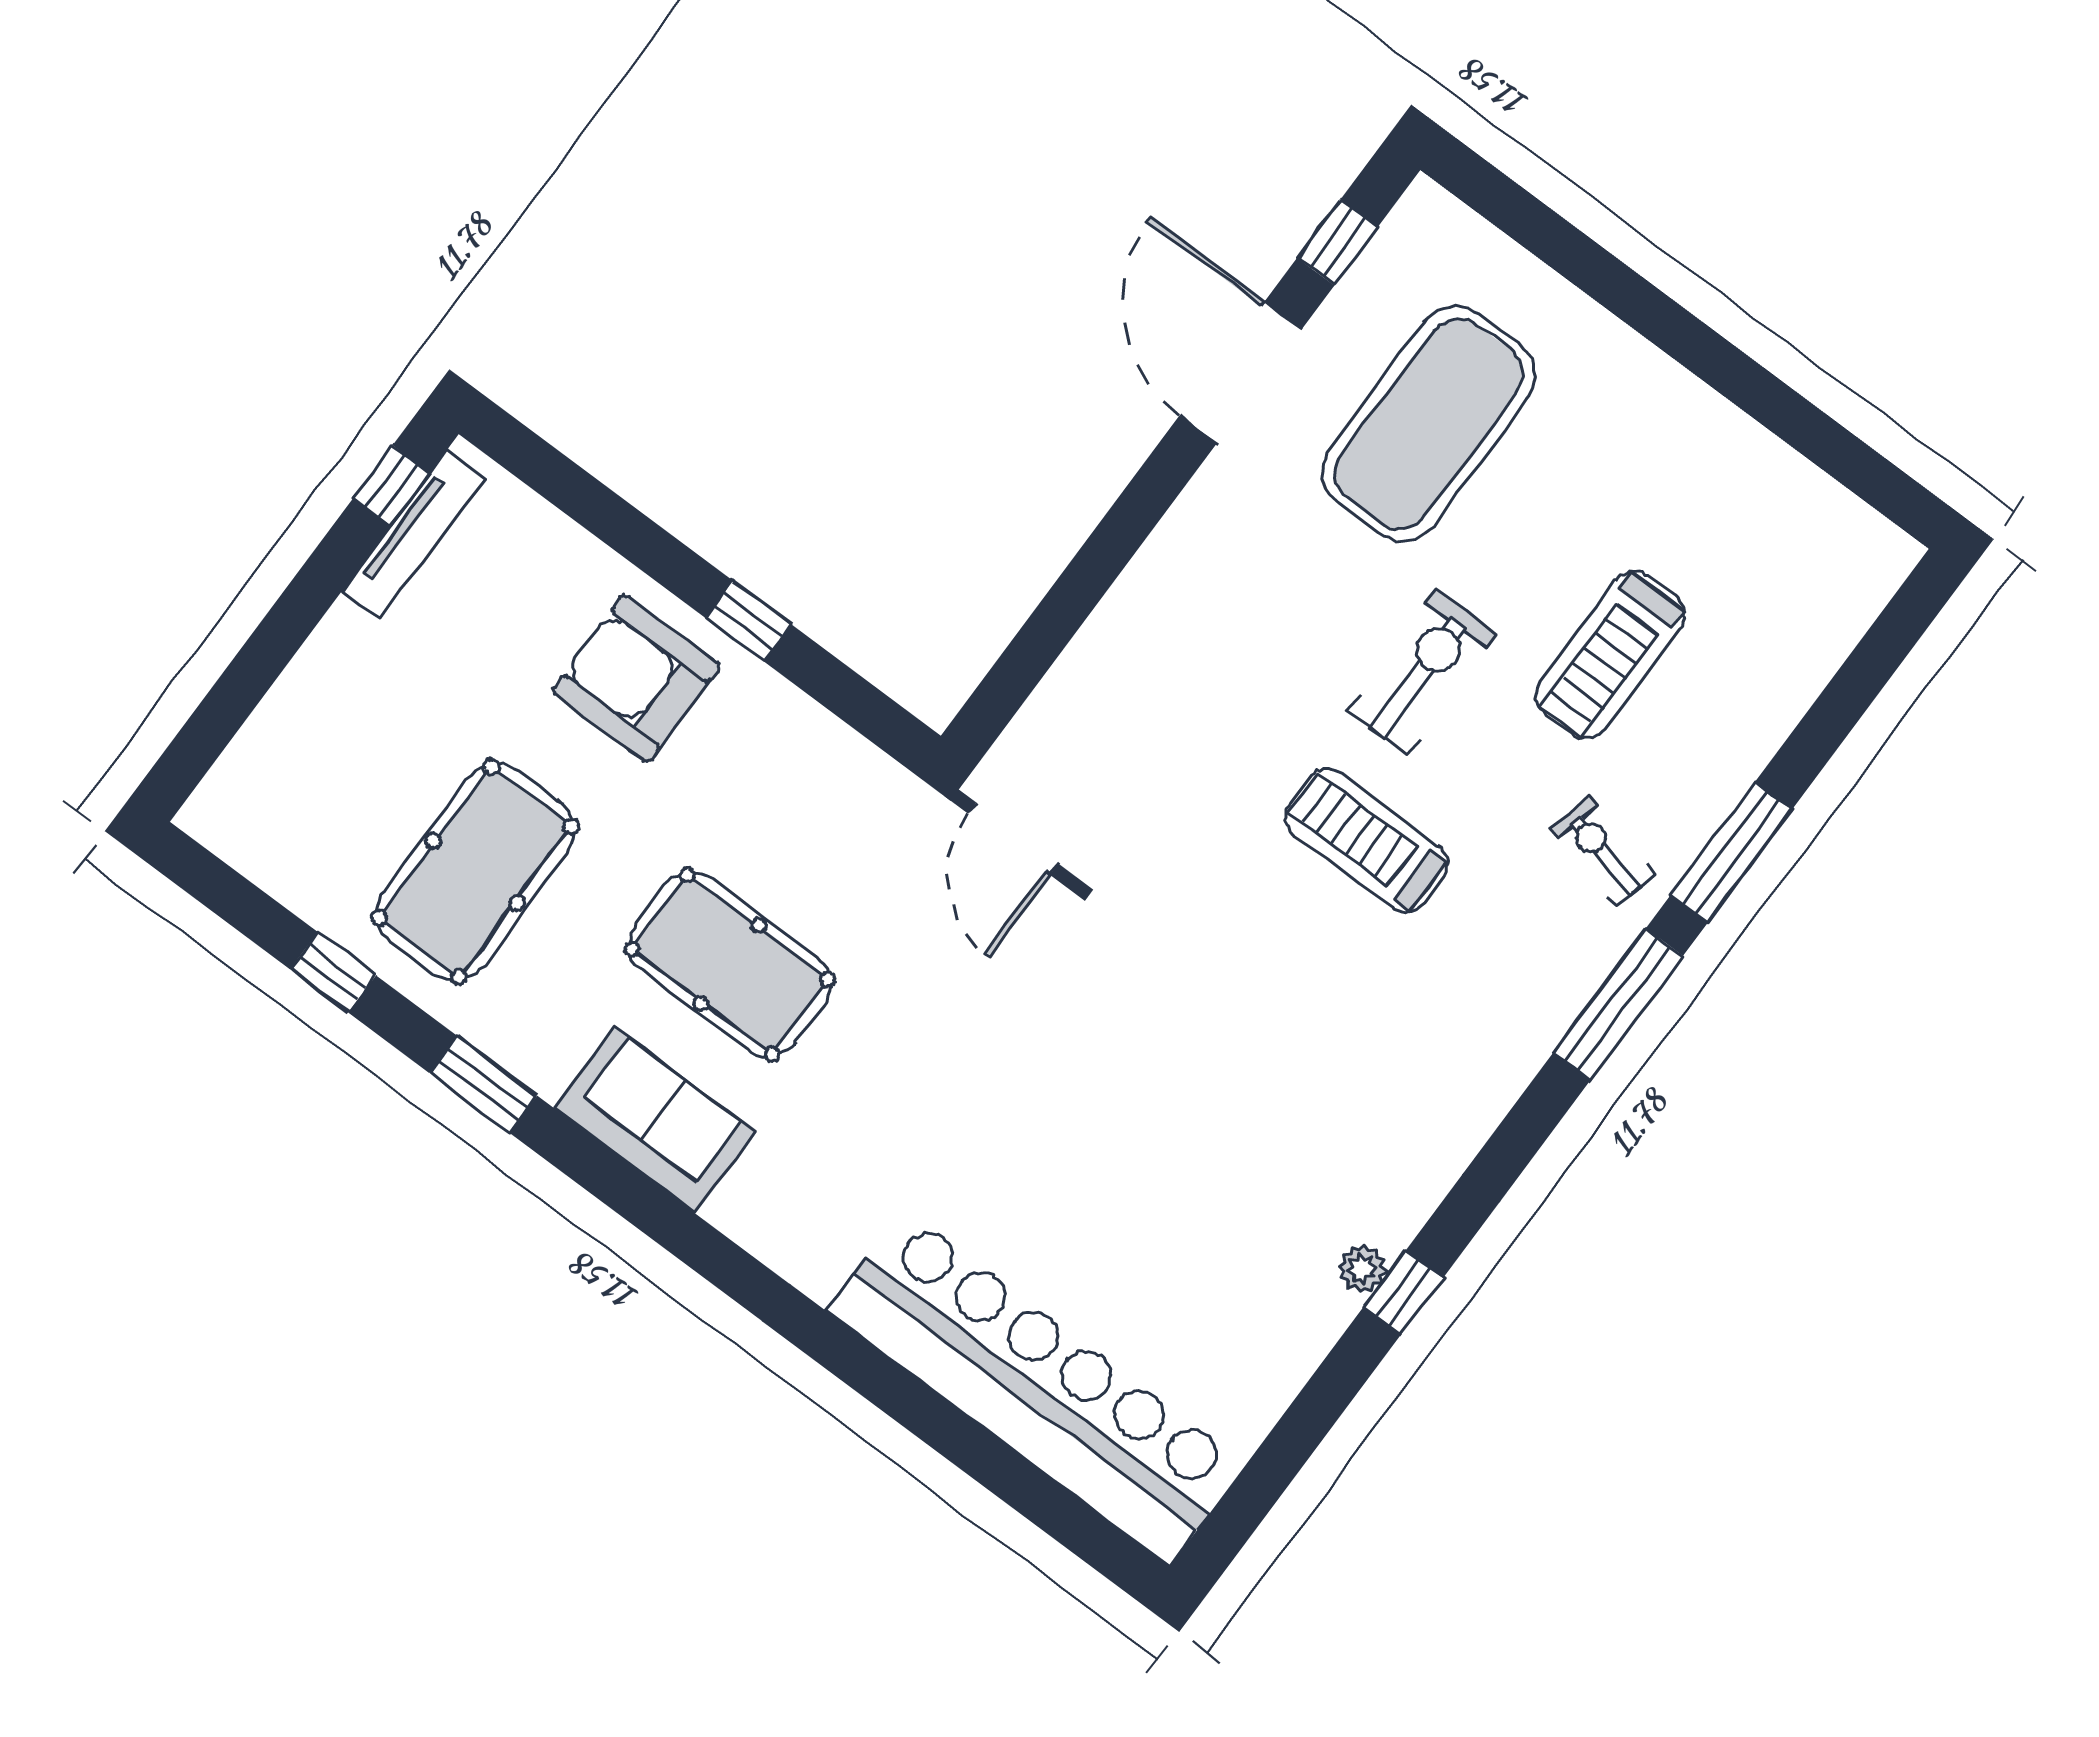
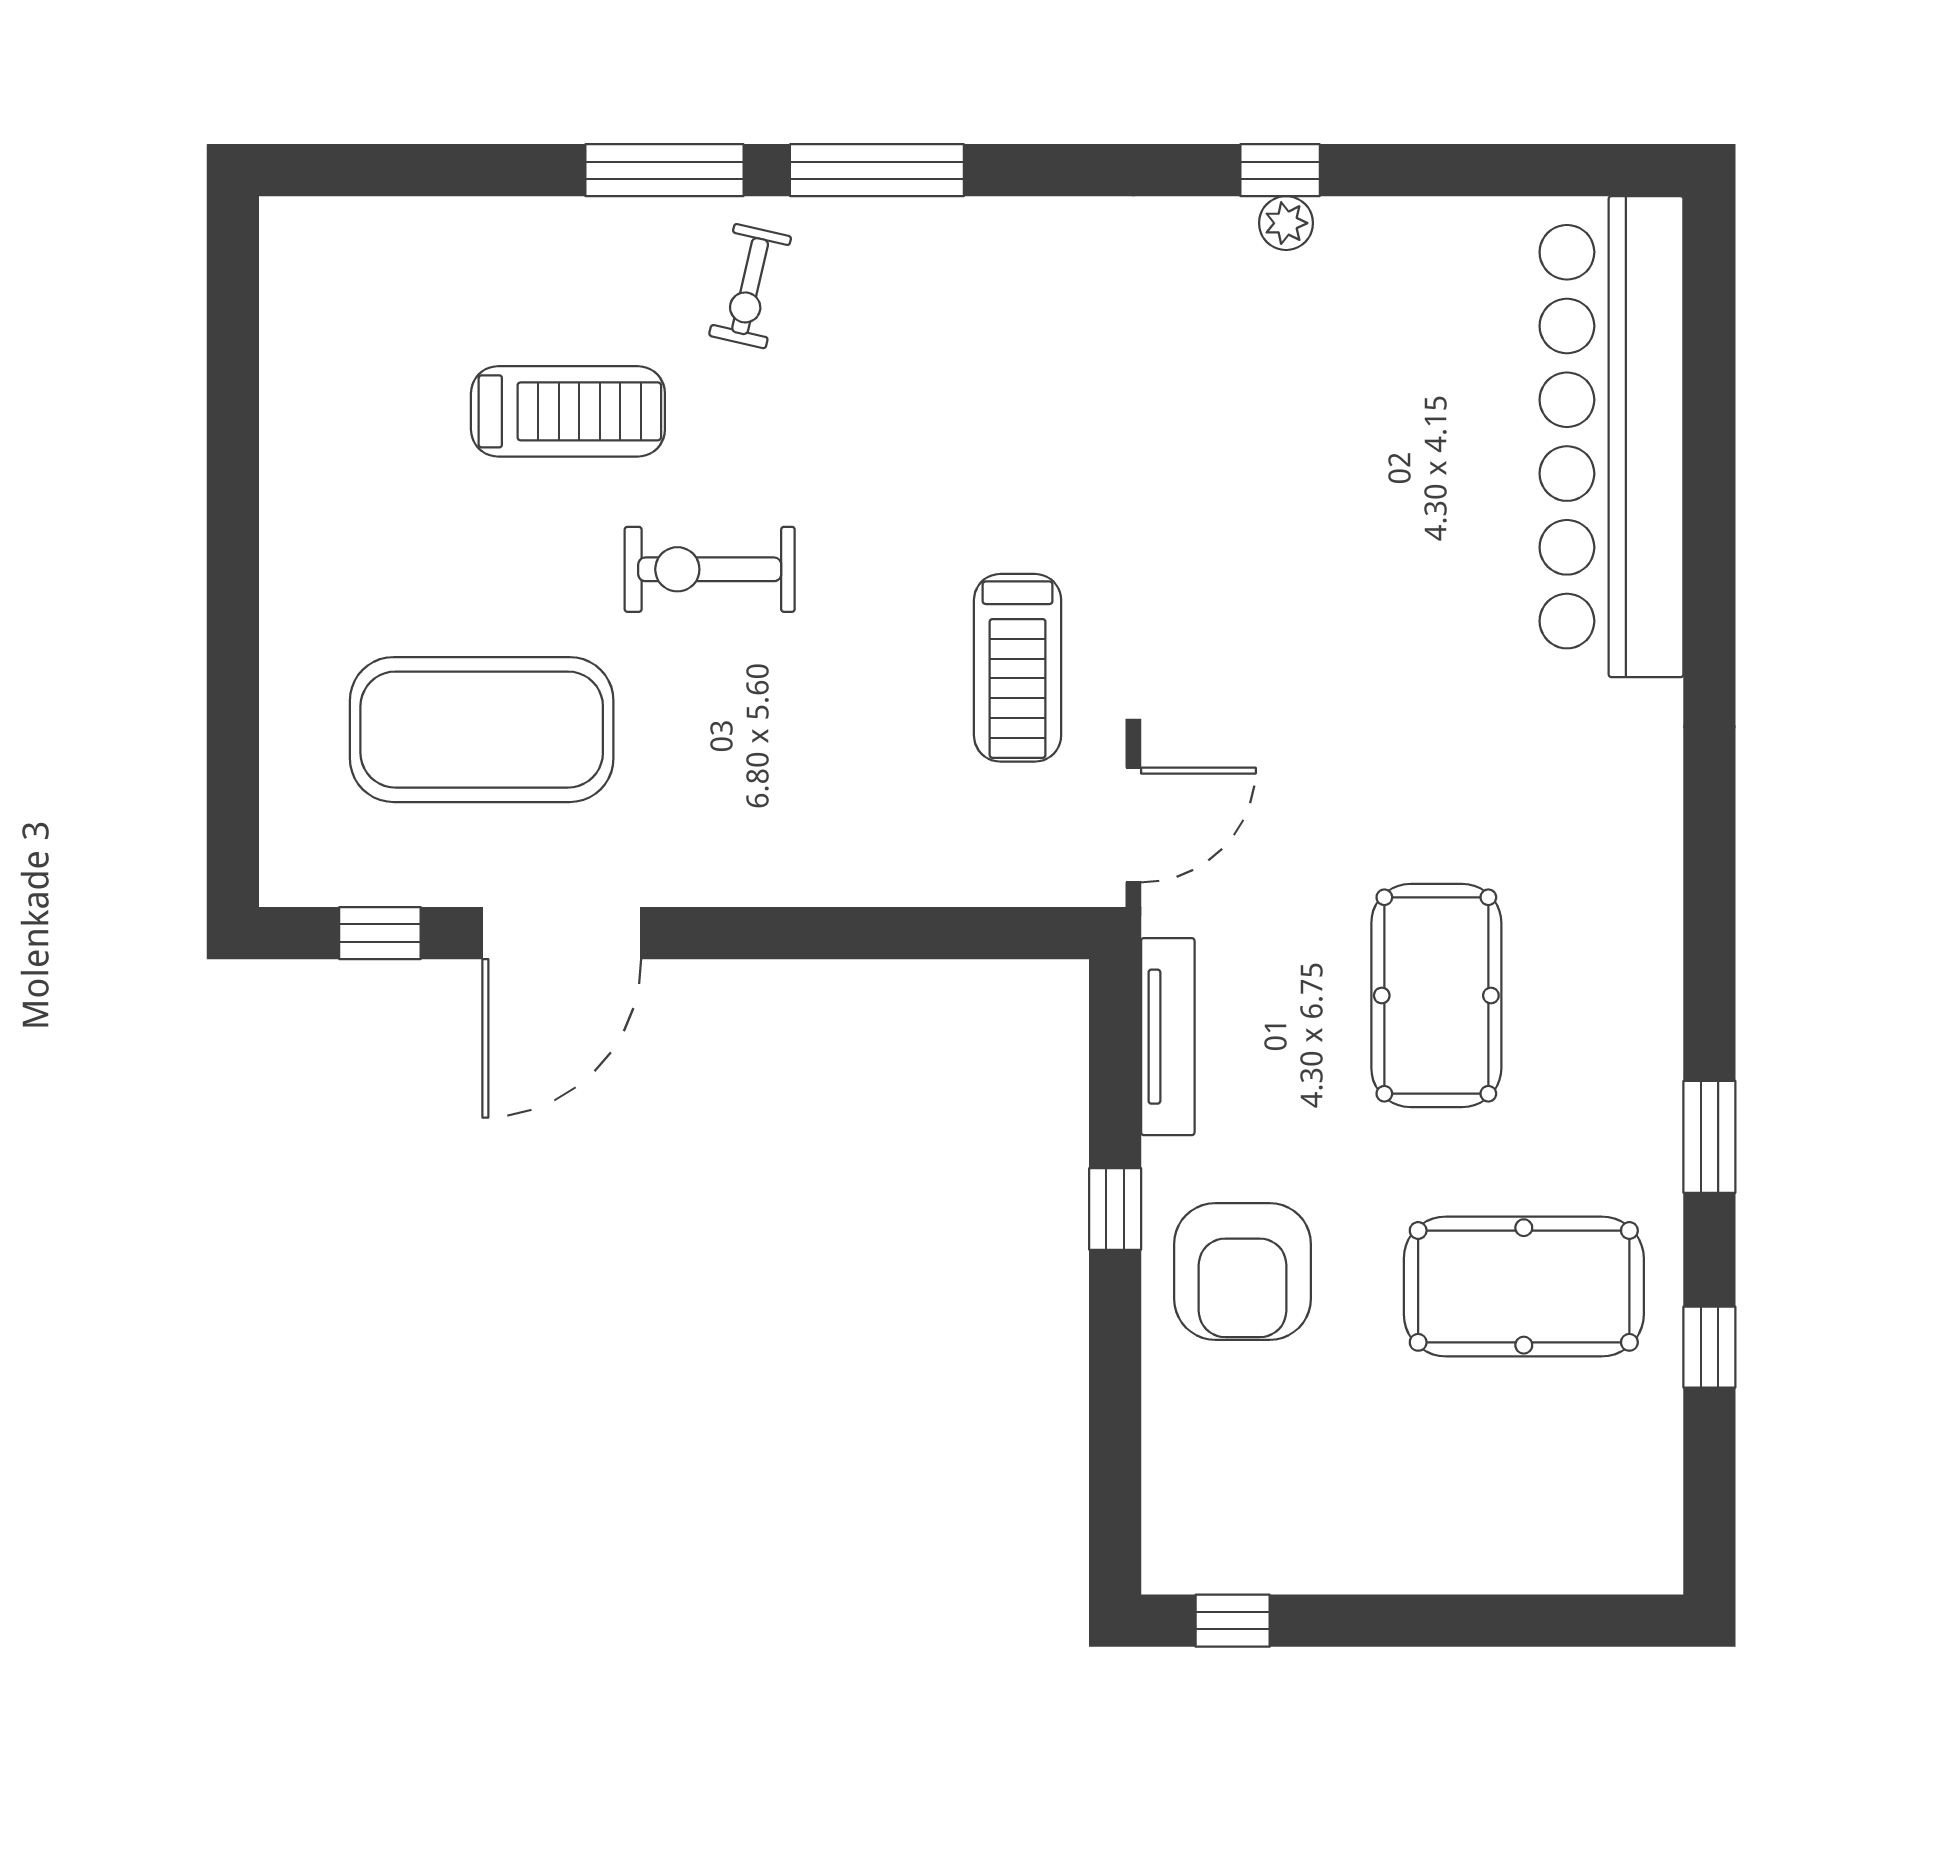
tv unit: (413, 535) -> (1168, 1037), moved, turned 90
treadmill: (1367, 841) -> (1018, 668), moved
sofa: (655, 1120) -> (1627, 959), removed

